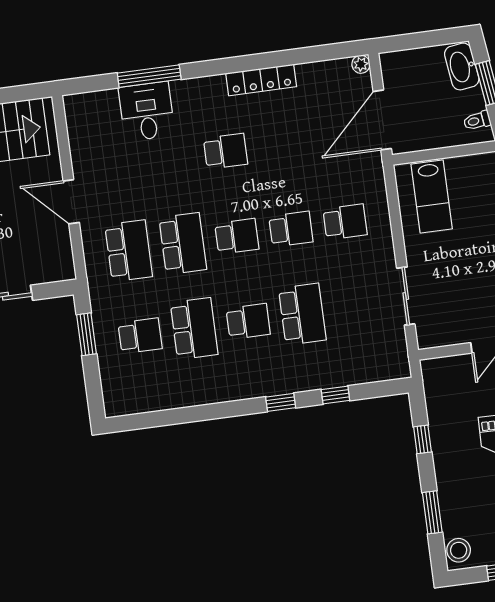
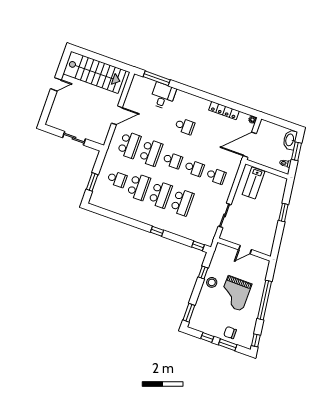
window: (149, 76) -> (157, 78), moved
locker: (261, 80) -> (224, 111), moved
door: (71, 202) -> (117, 115), swing flipped
school desk: (248, 321) -> (160, 195), width x1.85
window: (87, 334) -> (92, 182), moved
window: (335, 395) -> (198, 246), moved
window: (432, 512) -> (189, 313), moved
stool: (459, 550) -> (212, 282), moved

